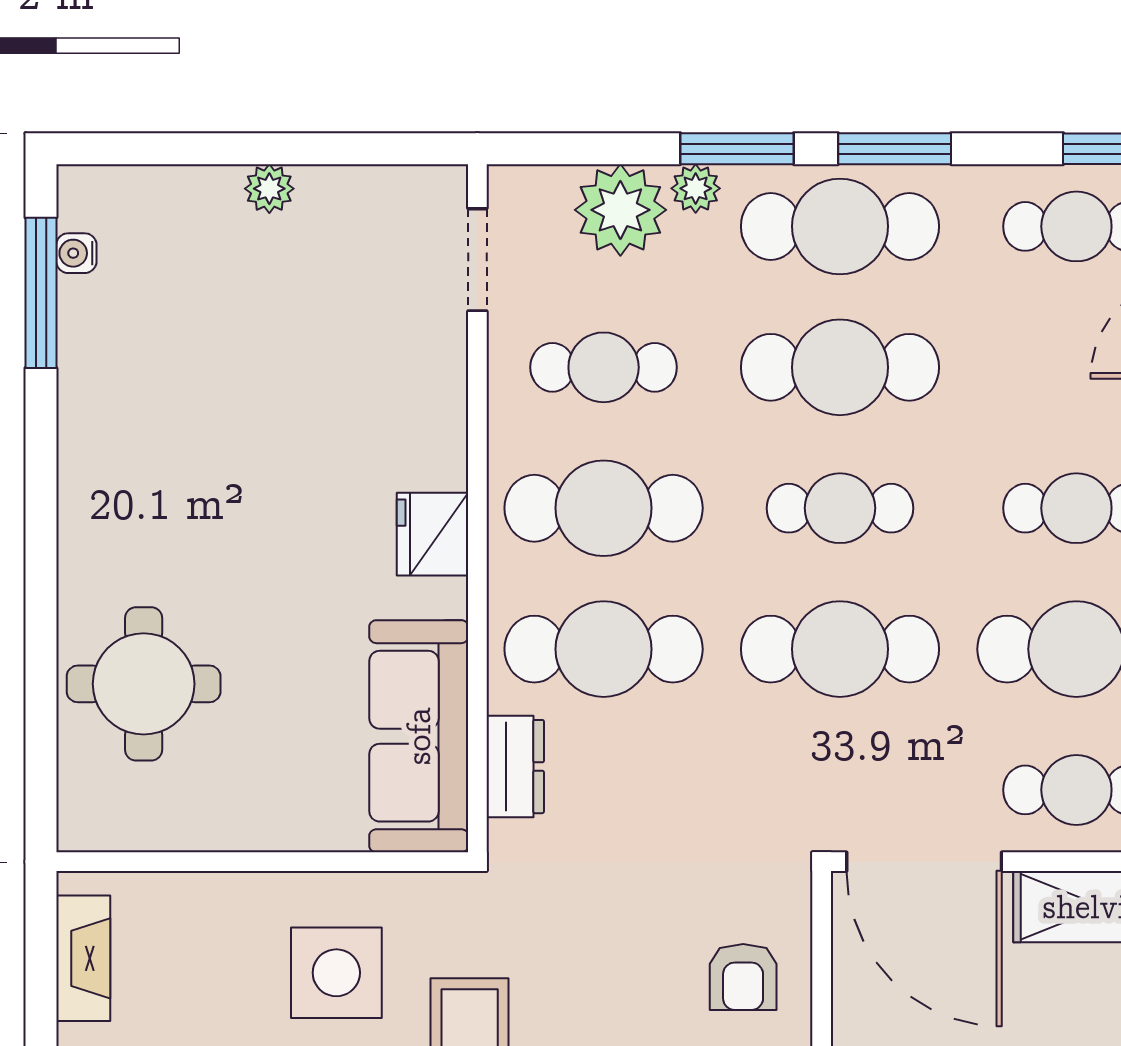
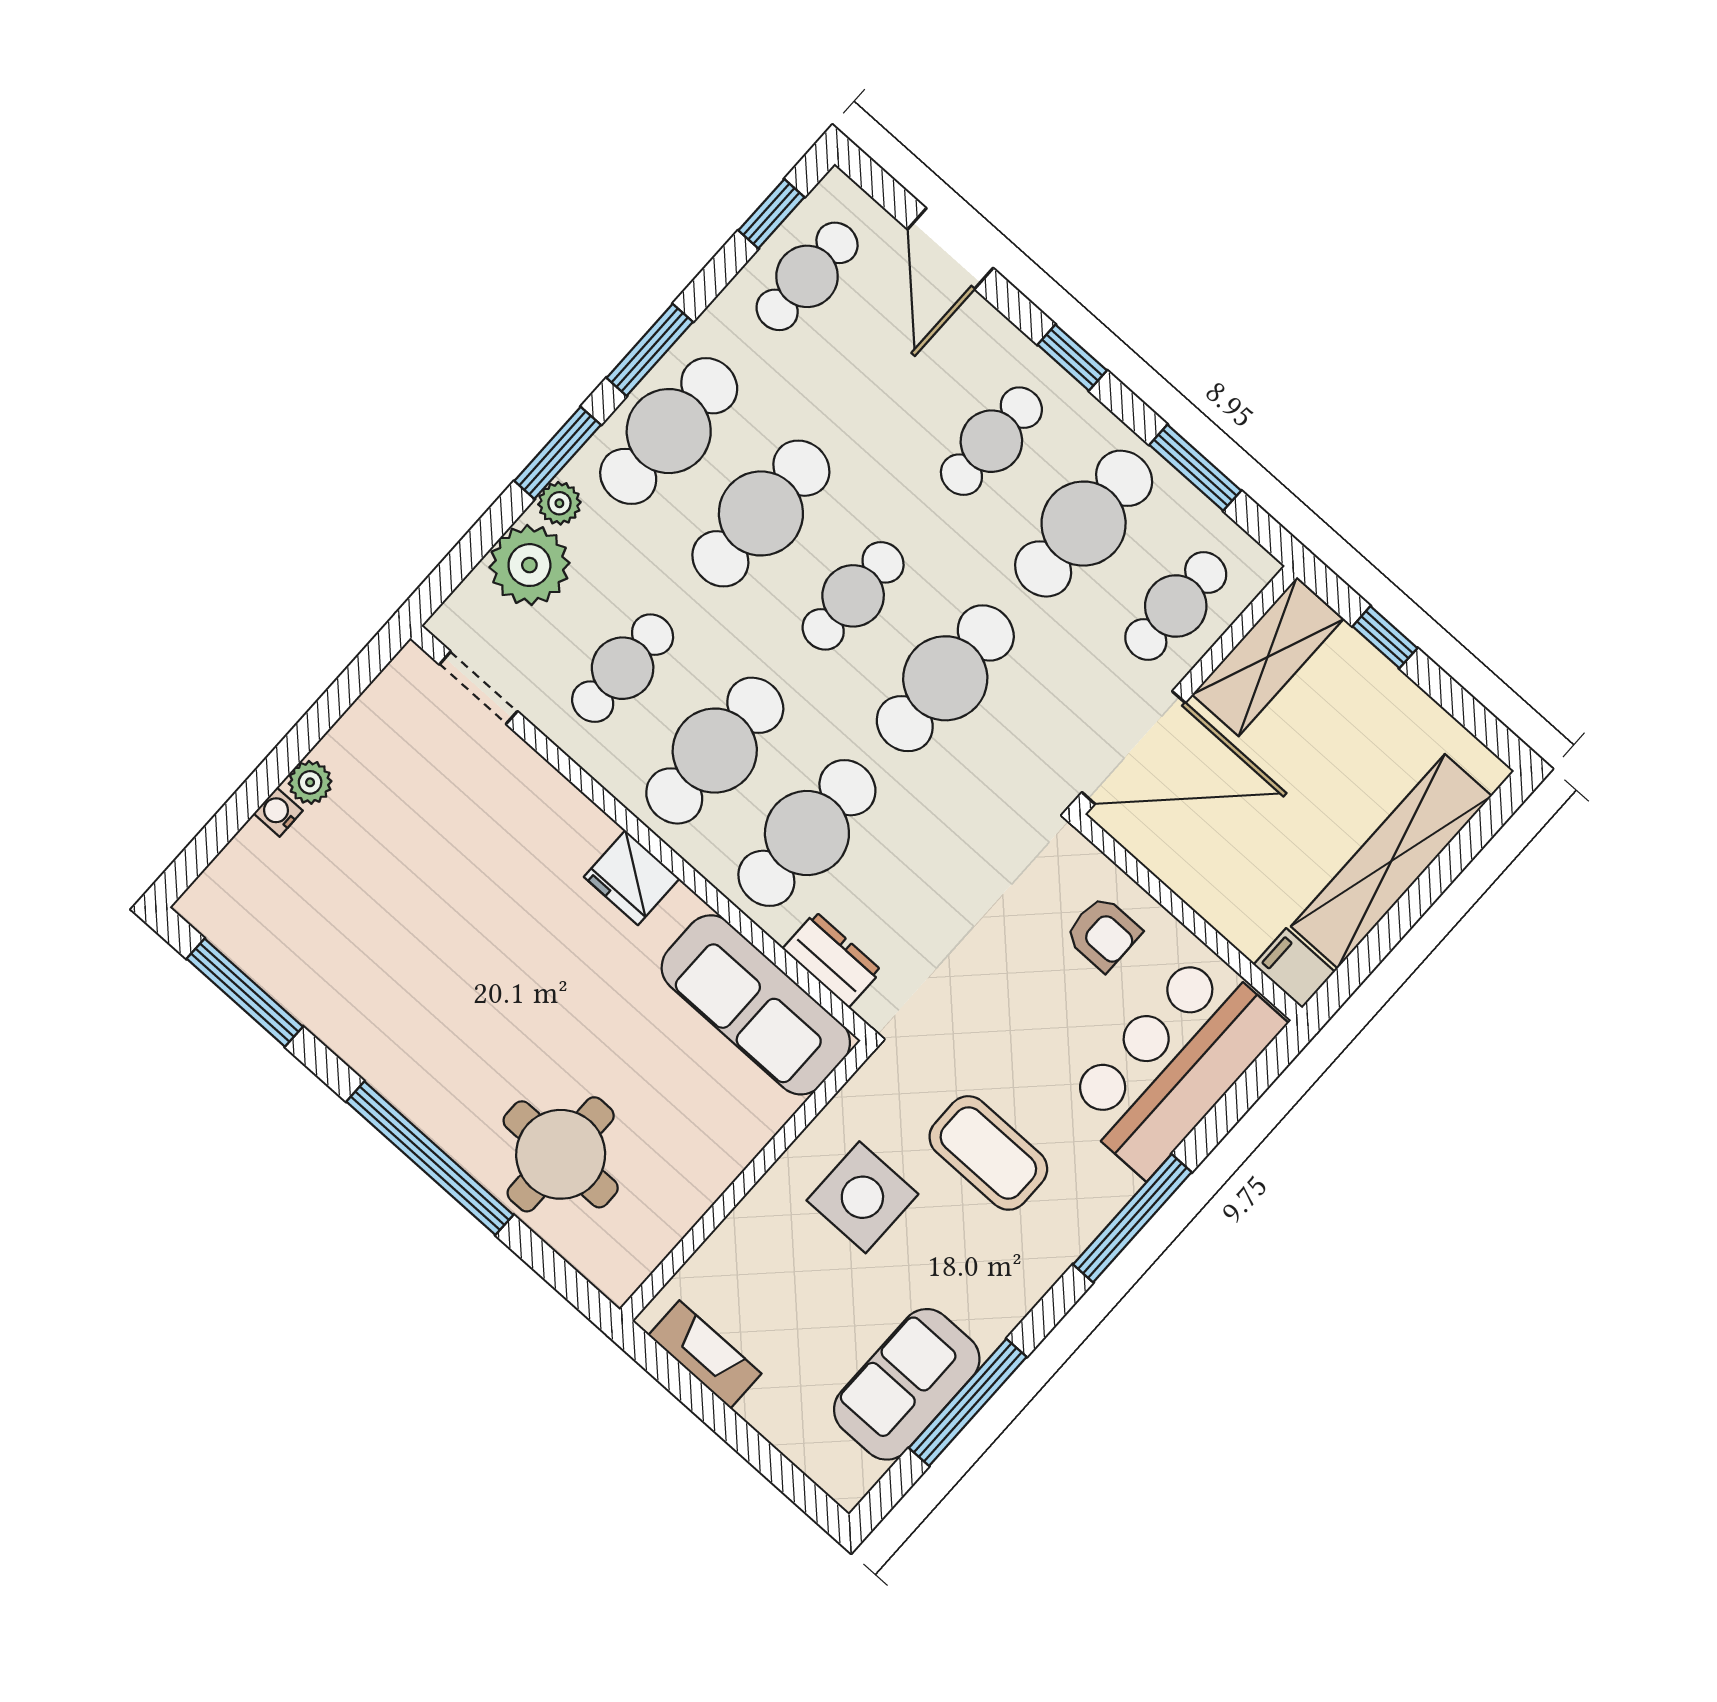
water cooler: (76, 253) -> (278, 812), moved, turned 90
window: (41, 576) -> (430, 1158), added

